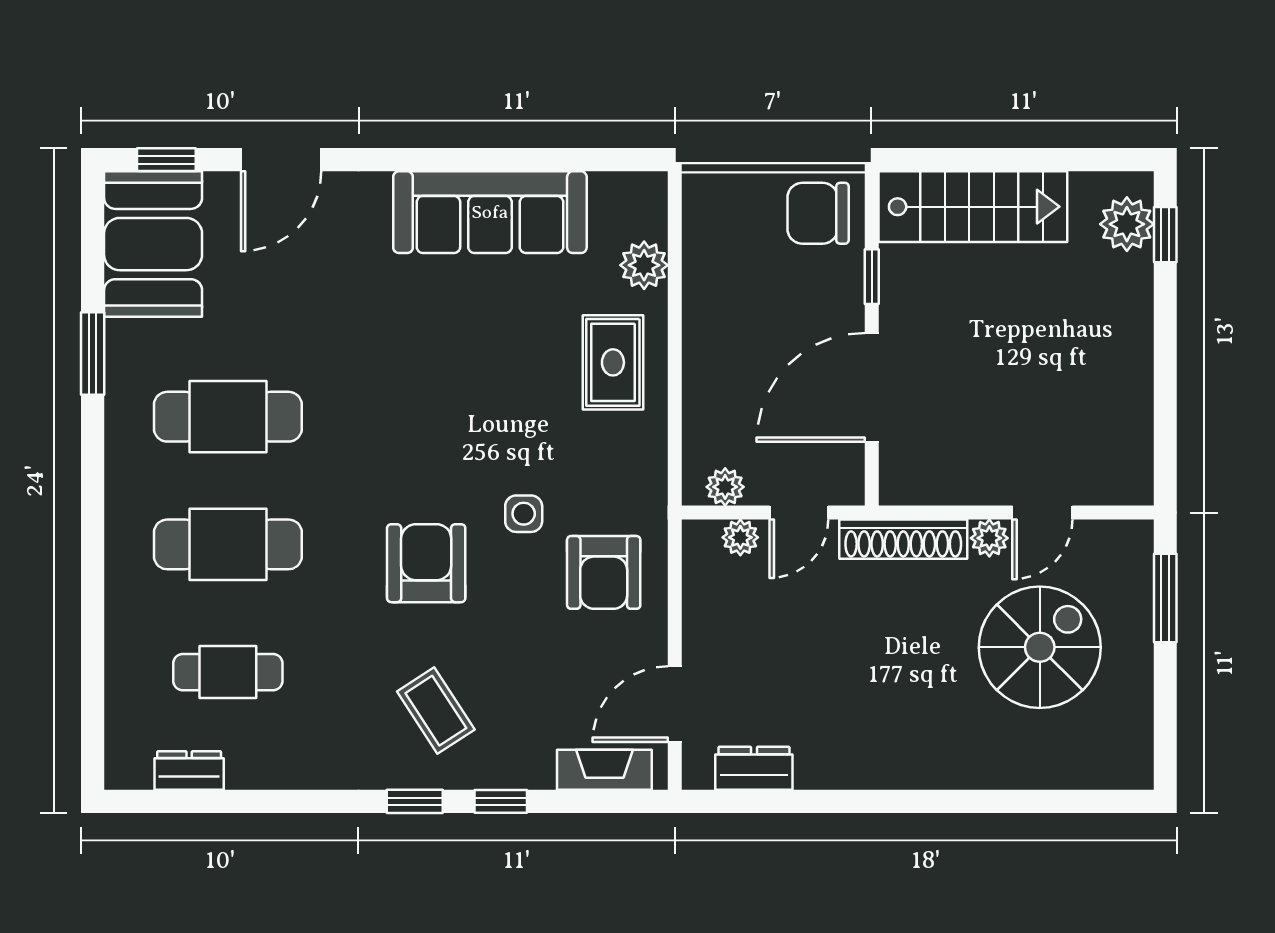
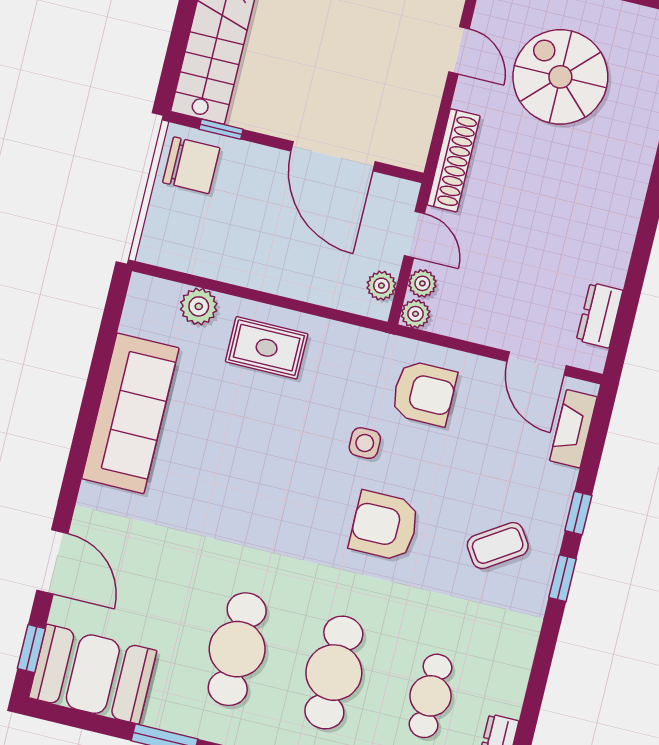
chair: (818, 213) -> (191, 165), turned -90
window: (872, 277) -> (221, 129), moved
plant: (989, 538) -> (415, 314), moved

